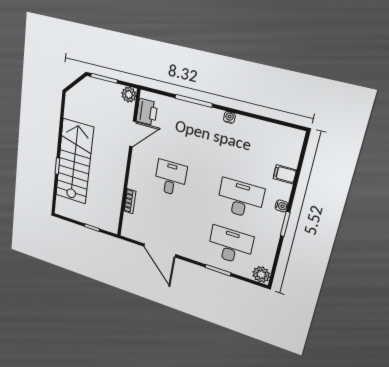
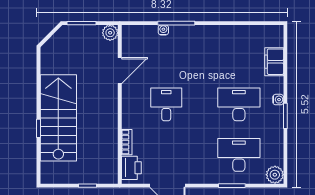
printer: (147, 112) -> (131, 168), moved
water cooler: (229, 117) -> (163, 30), moved
filing cabinet: (285, 174) -> (274, 62), width x2.00

